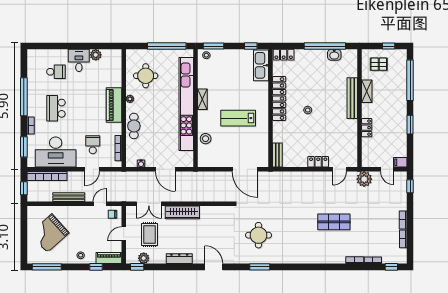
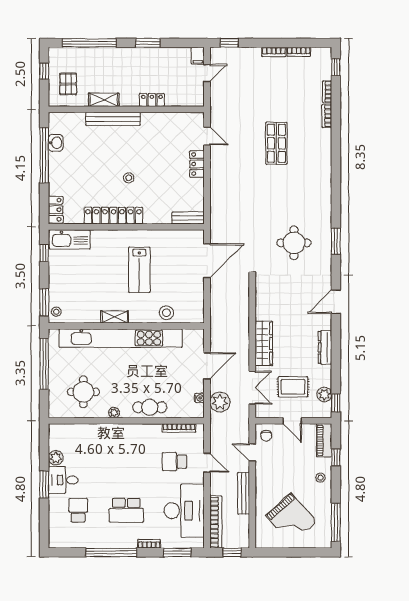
window: (75, 46) -> (44, 485), added
piano: (114, 105) -> (122, 434), removed
plant: (364, 179) -> (220, 402), moved

